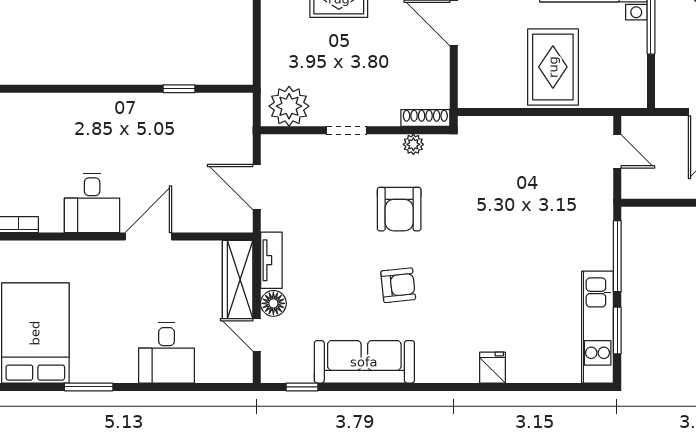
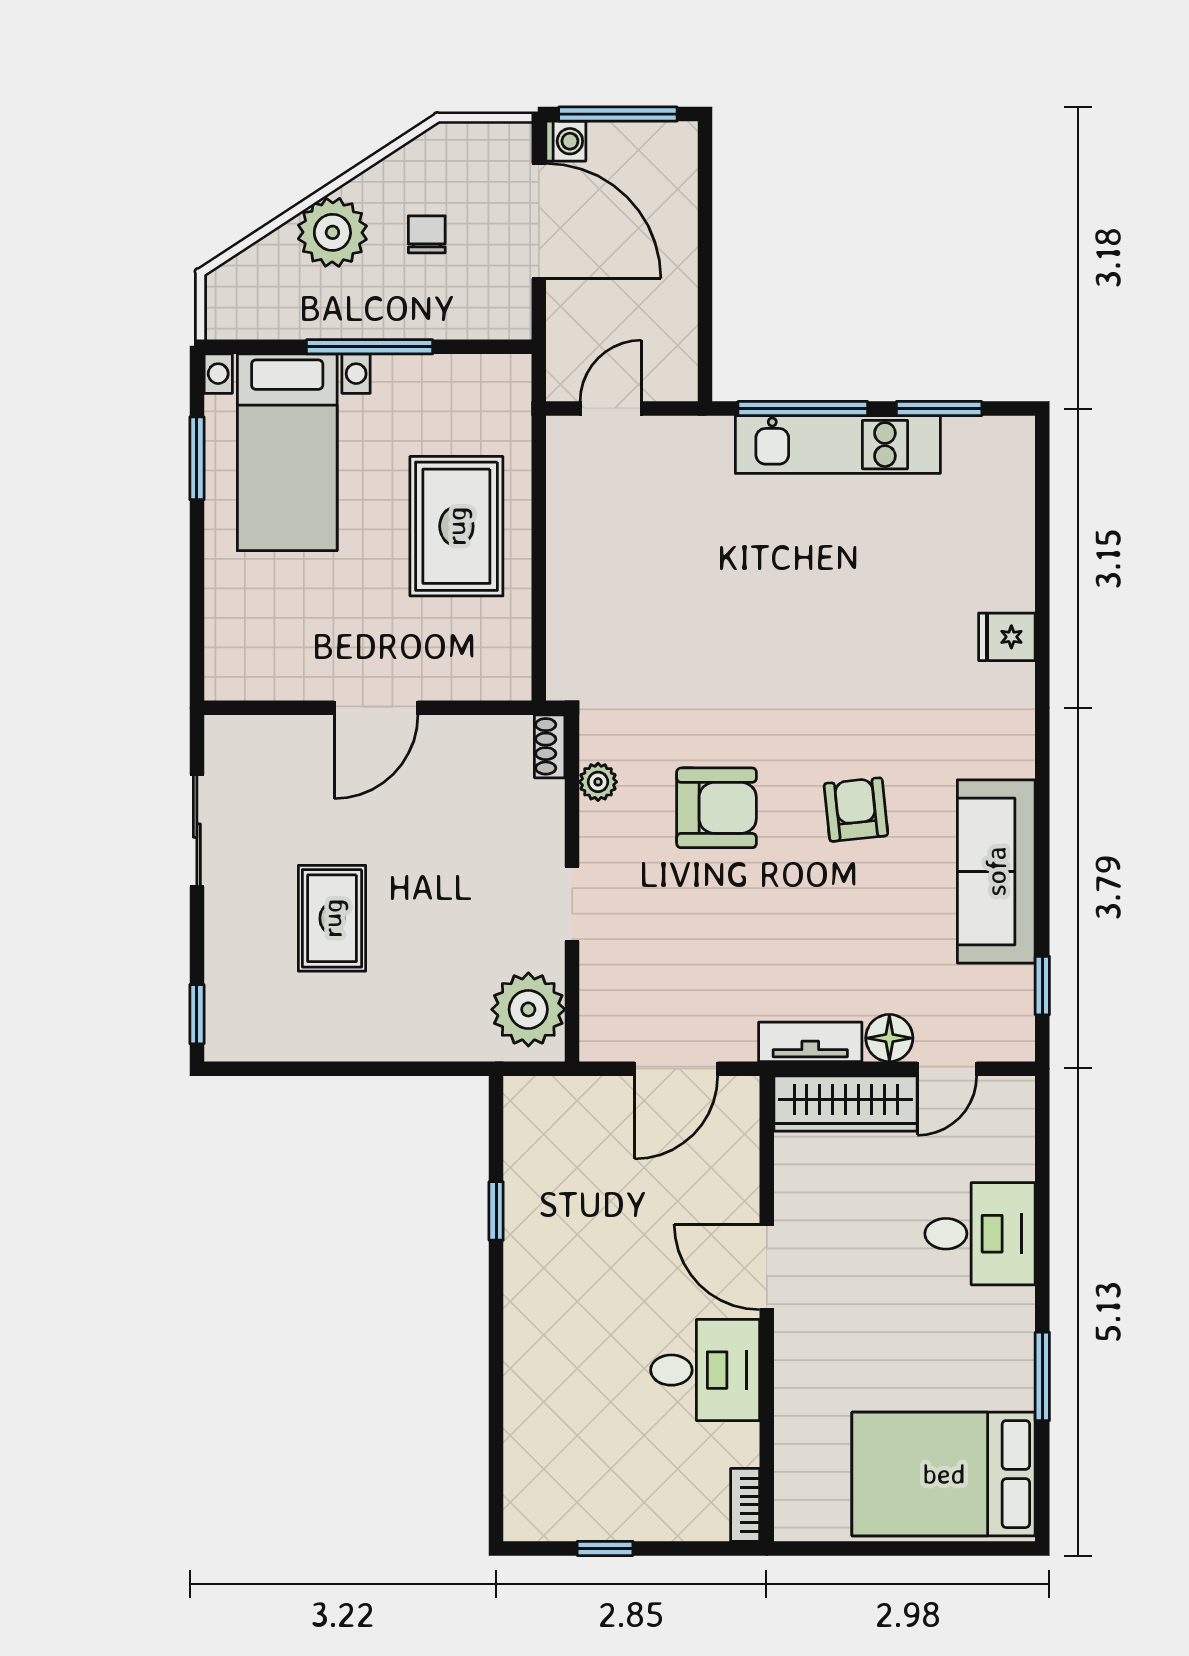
rug: (553, 67) -> (456, 526), turned 90
shoe rack: (425, 118) -> (550, 746), width x0.70
kitchen unit: (598, 327) -> (838, 445), moved

